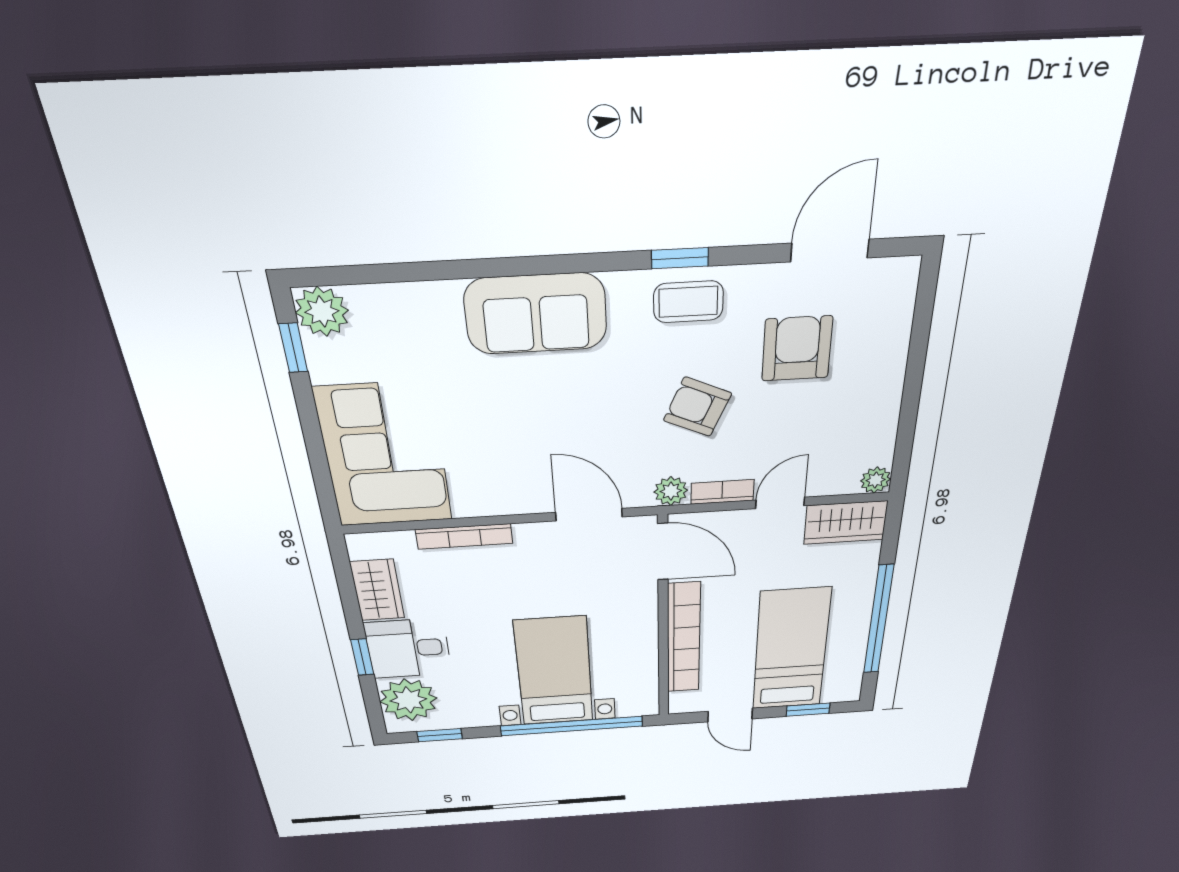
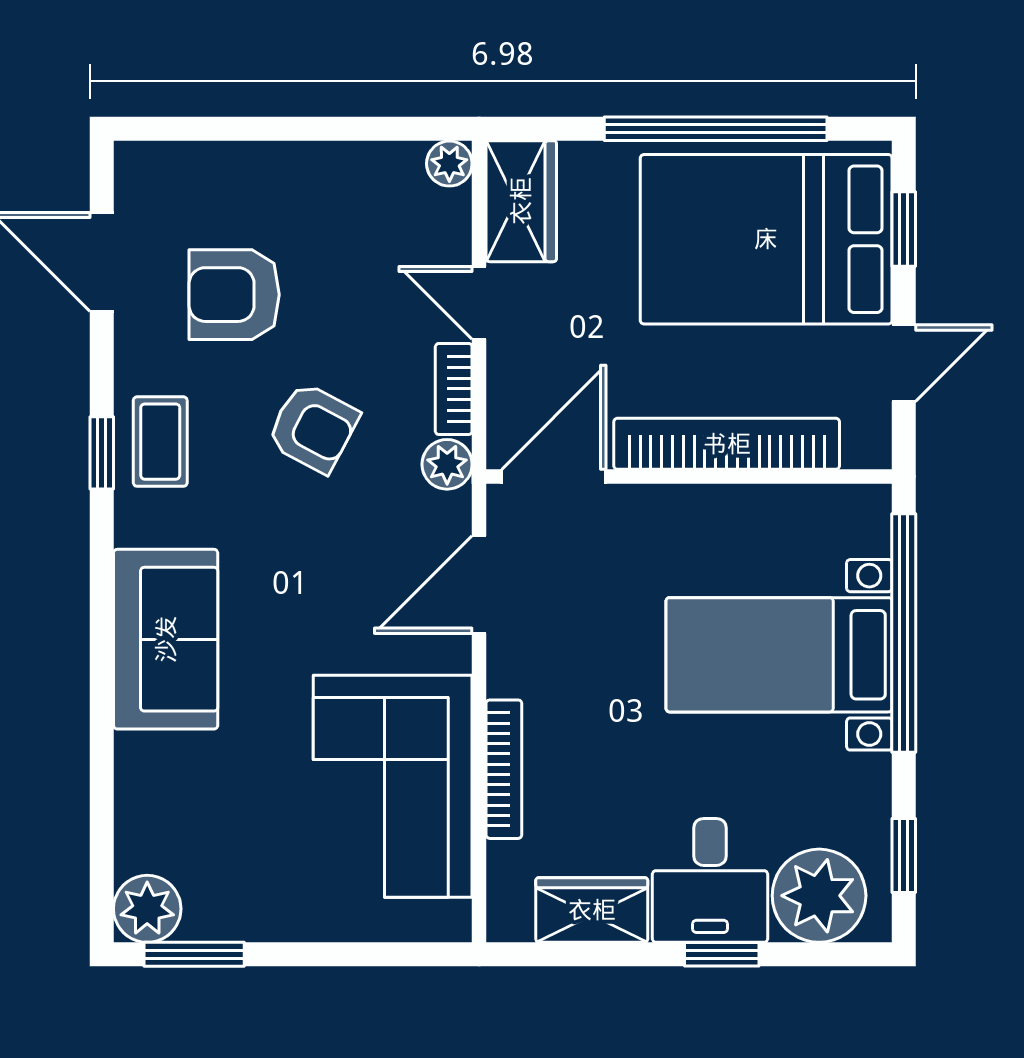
window: (293, 348) -> (194, 954), width x1.50
armchair: (697, 407) -> (313, 428), turned -86
corner sofa: (385, 455) -> (393, 786), moved, turned -90
bed: (791, 650) -> (766, 239), width x1.50

